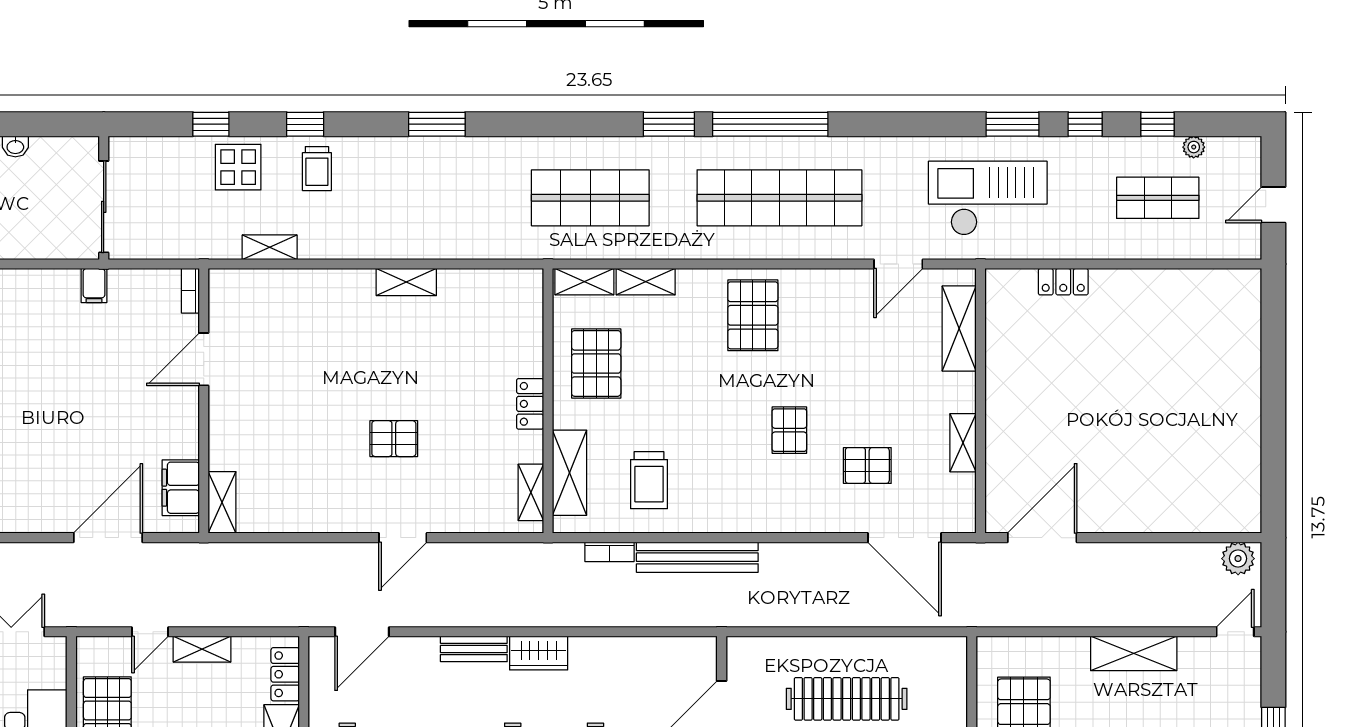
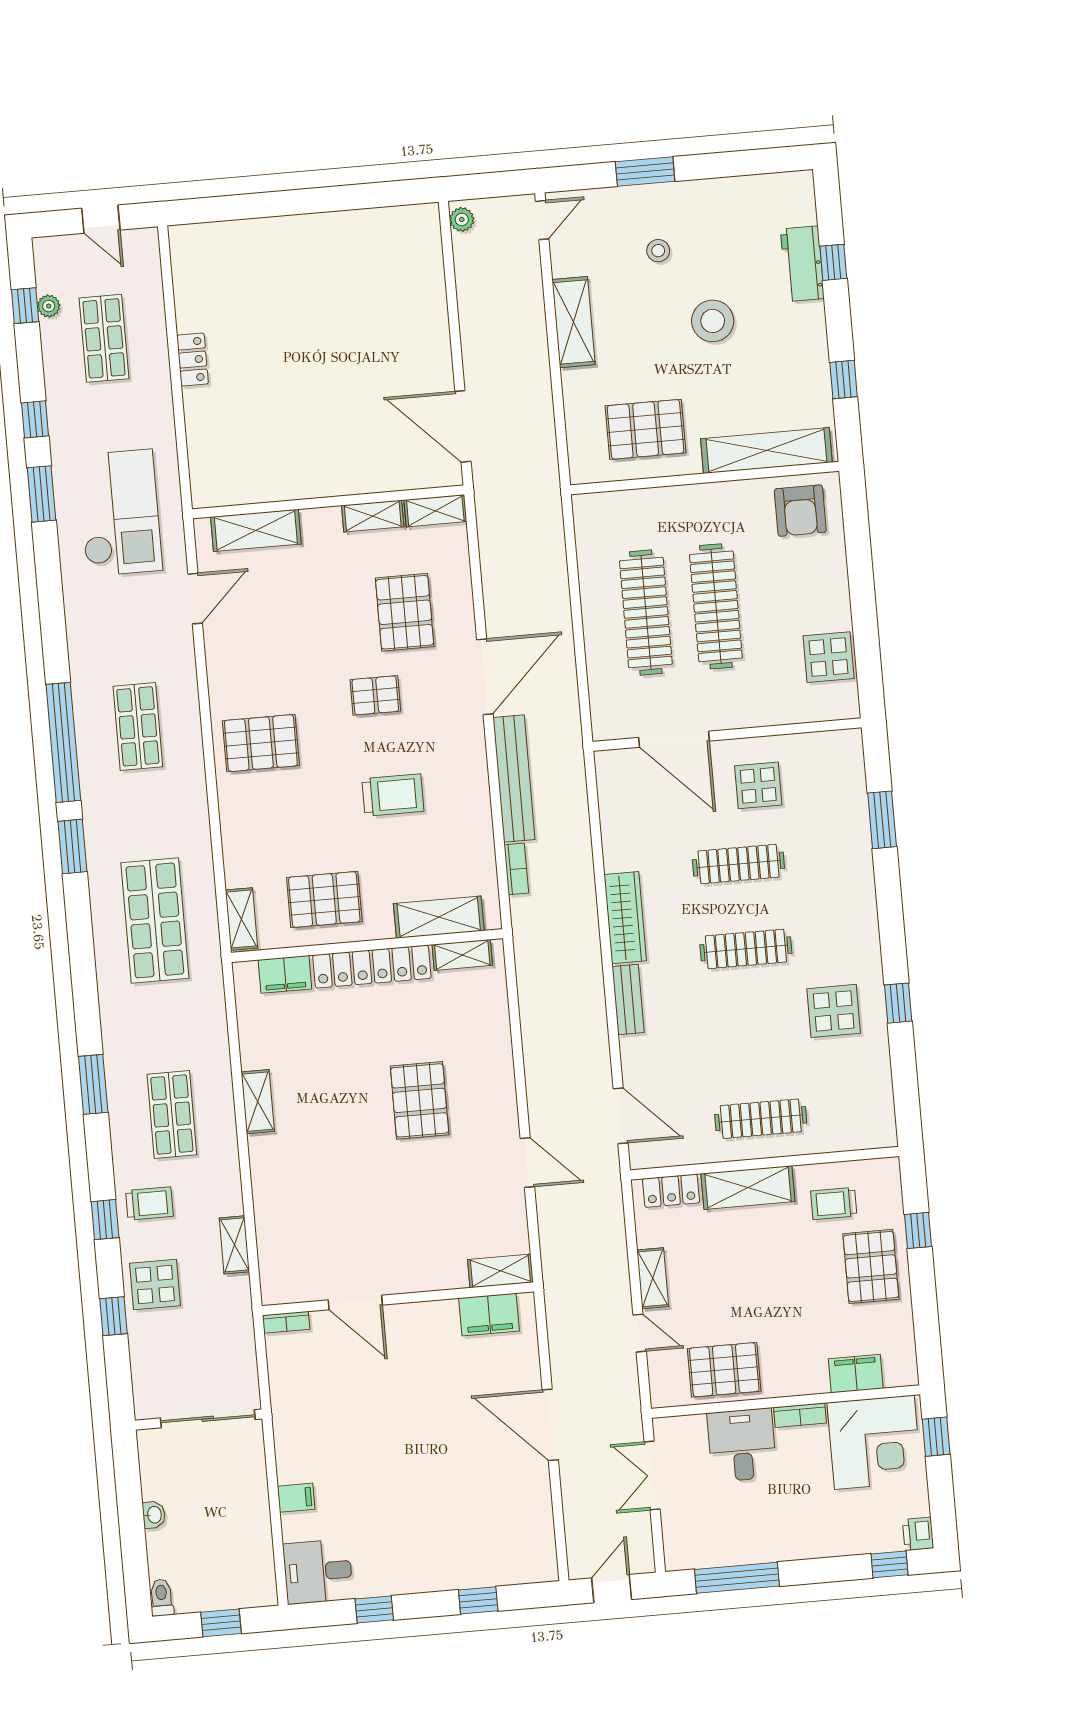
window: (1158, 124) -> (25, 306), moved
shop shelf: (401, 198) -> (172, 1115), added
shop shelf: (779, 198) -> (138, 726), width x0.50, depth x0.74
checkout: (988, 198) -> (120, 513), turned 180
door: (898, 264) -> (195, 599), hinge flipped
shelving: (646, 282) -> (435, 511), moved, turned 90
locker: (1063, 282) -> (193, 360), moved
filing cabinet: (94, 286) -> (296, 1498), moved
filing cabinet: (527, 319) -> (285, 974), added
locker: (530, 404) -> (372, 967), width x2.16, depth x1.21
pallet: (394, 439) -> (420, 1100), width x1.50, depth x1.42
pallet: (867, 465) -> (405, 612), width x1.50, depth x1.42
trolley: (649, 480) -> (393, 795), moved
door: (108, 538) -> (550, 1425), moved
door: (403, 538) -> (527, 1163), moved
door: (905, 538) -> (485, 677), moved
plant: (1238, 559) -> (462, 219), width x0.73, depth x0.73
door: (1235, 632) -> (542, 220), swing flipped
wardrobe: (539, 653) -> (625, 918), width x1.50

